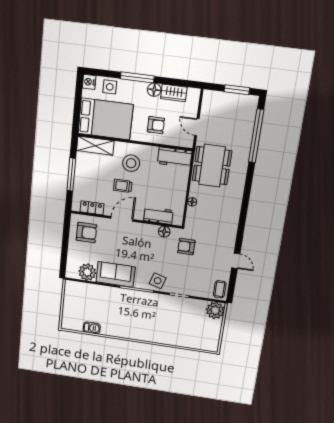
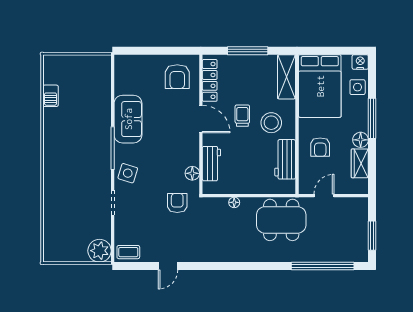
workbench: (175, 157) -> (285, 159), moved
locker: (92, 208) -> (210, 80), width x1.53
plant: (87, 272) -> (125, 83), removed

